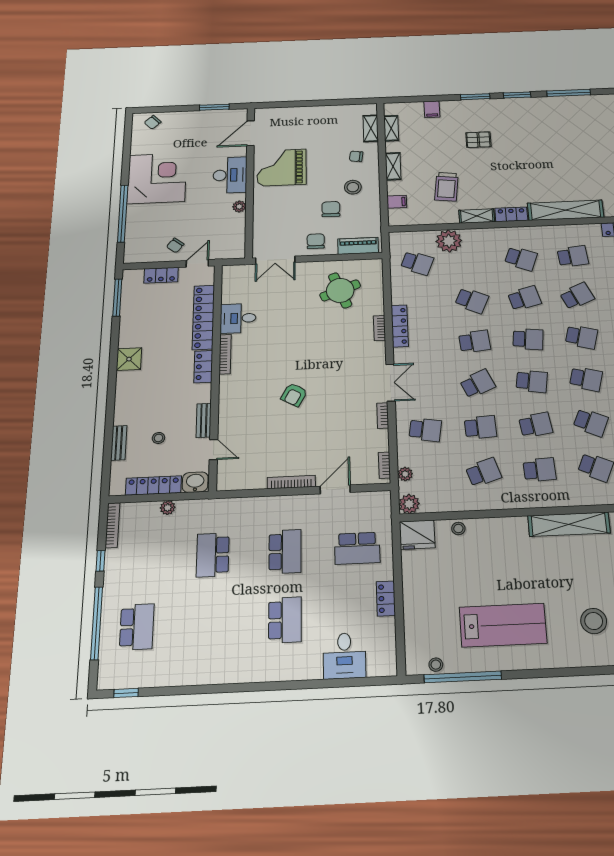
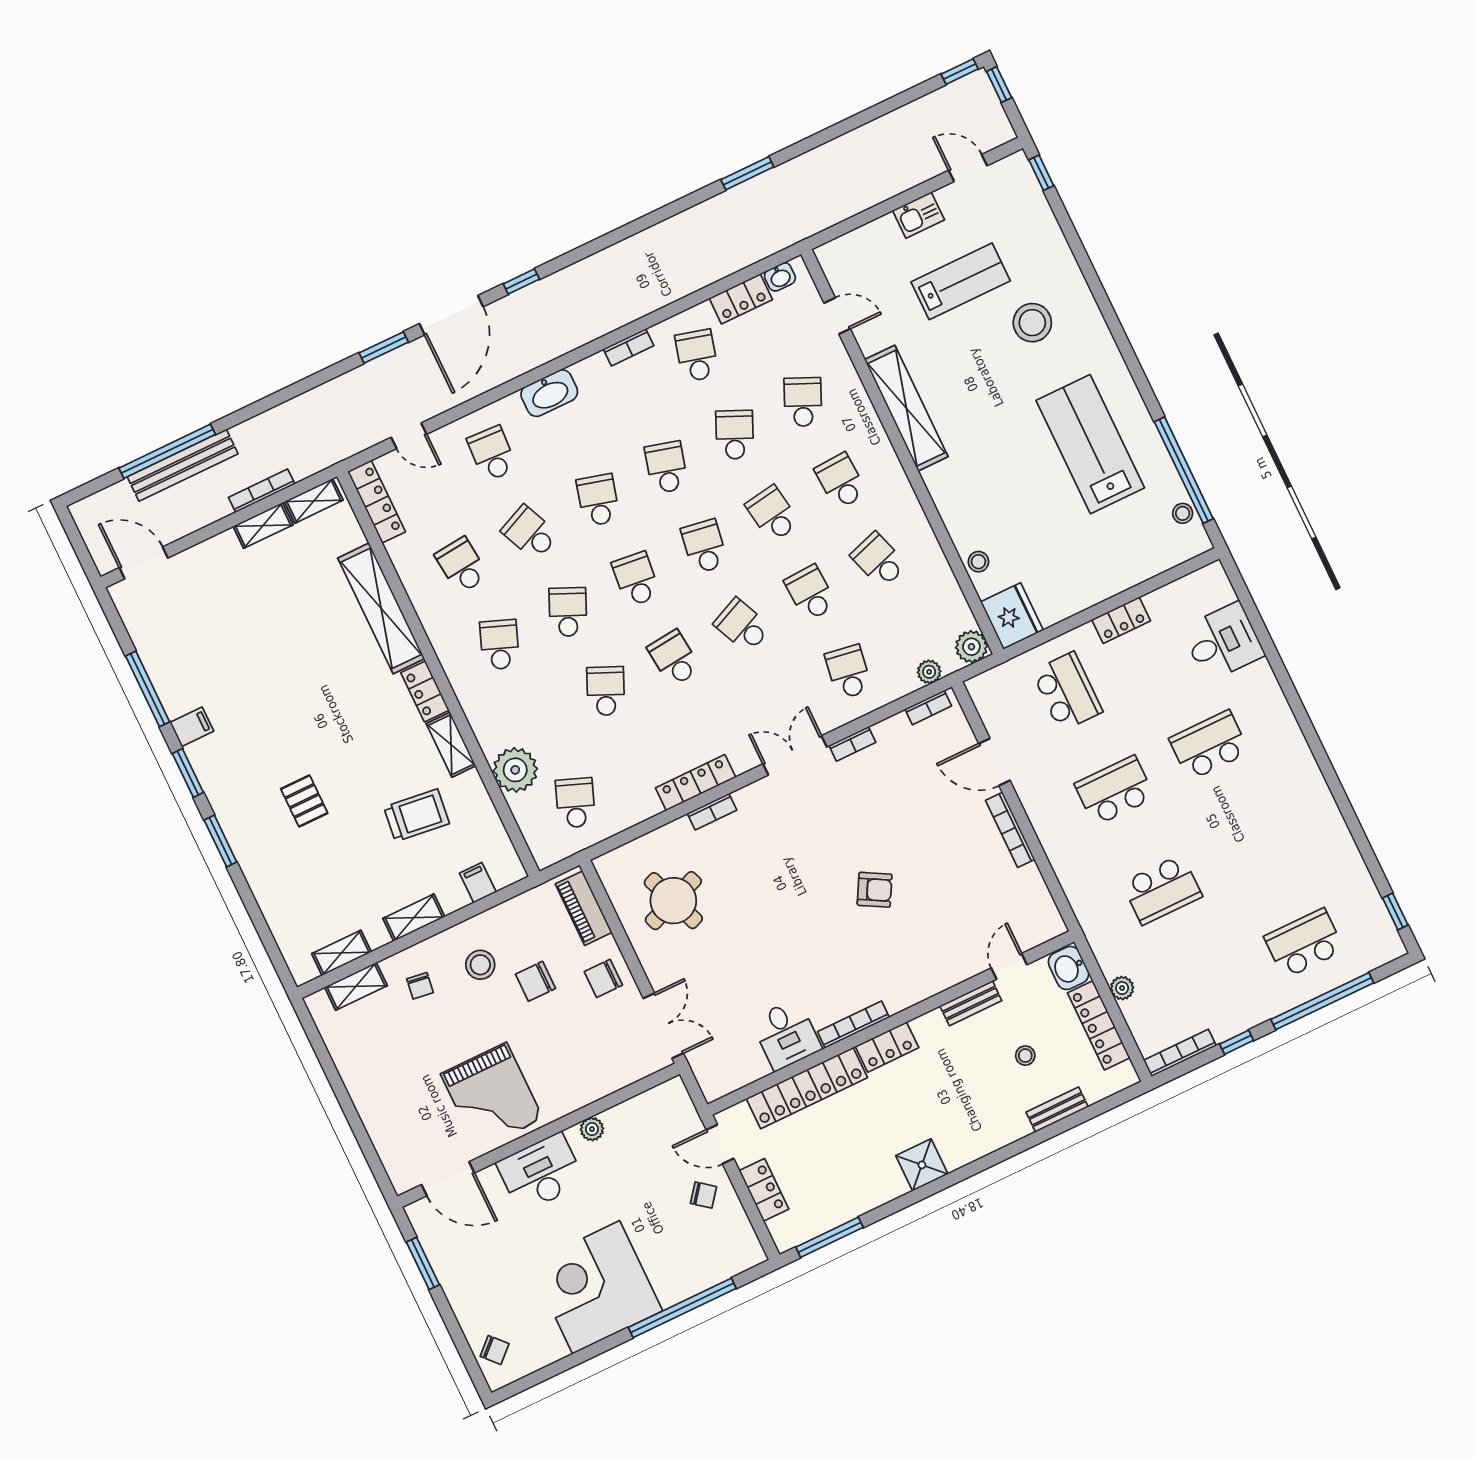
filing cabinet: (432, 109) -> (192, 727), moved
school desk: (524, 298) -> (568, 612), turned 39

